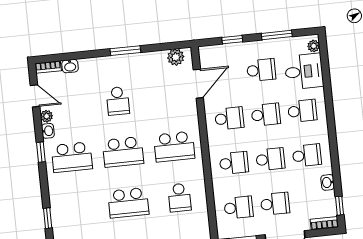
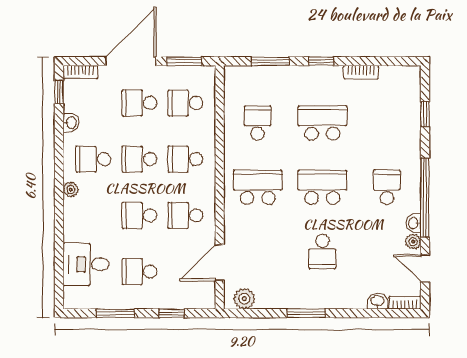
plant: (314, 46) -> (71, 190), moved
school desk: (118, 101) -> (322, 252), turned 180
school desk: (302, 111) -> (93, 215), removed
window: (41, 152) -> (425, 198), width x3.17
school desk: (72, 157) -> (387, 187), width x0.54

